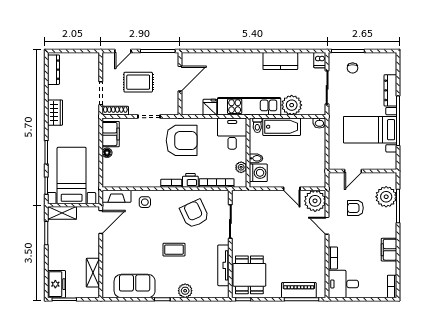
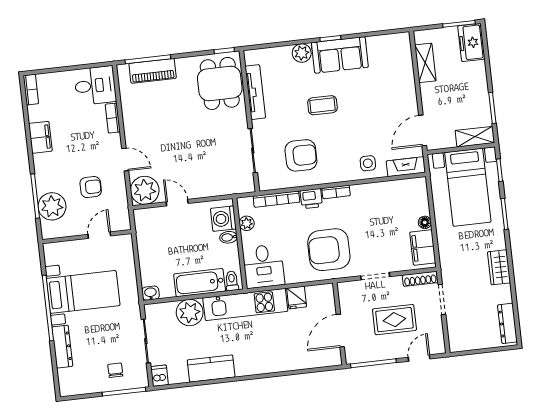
armchair: (194, 214) -> (301, 155), turned -65
sofa: (135, 286) -> (340, 55), moved

